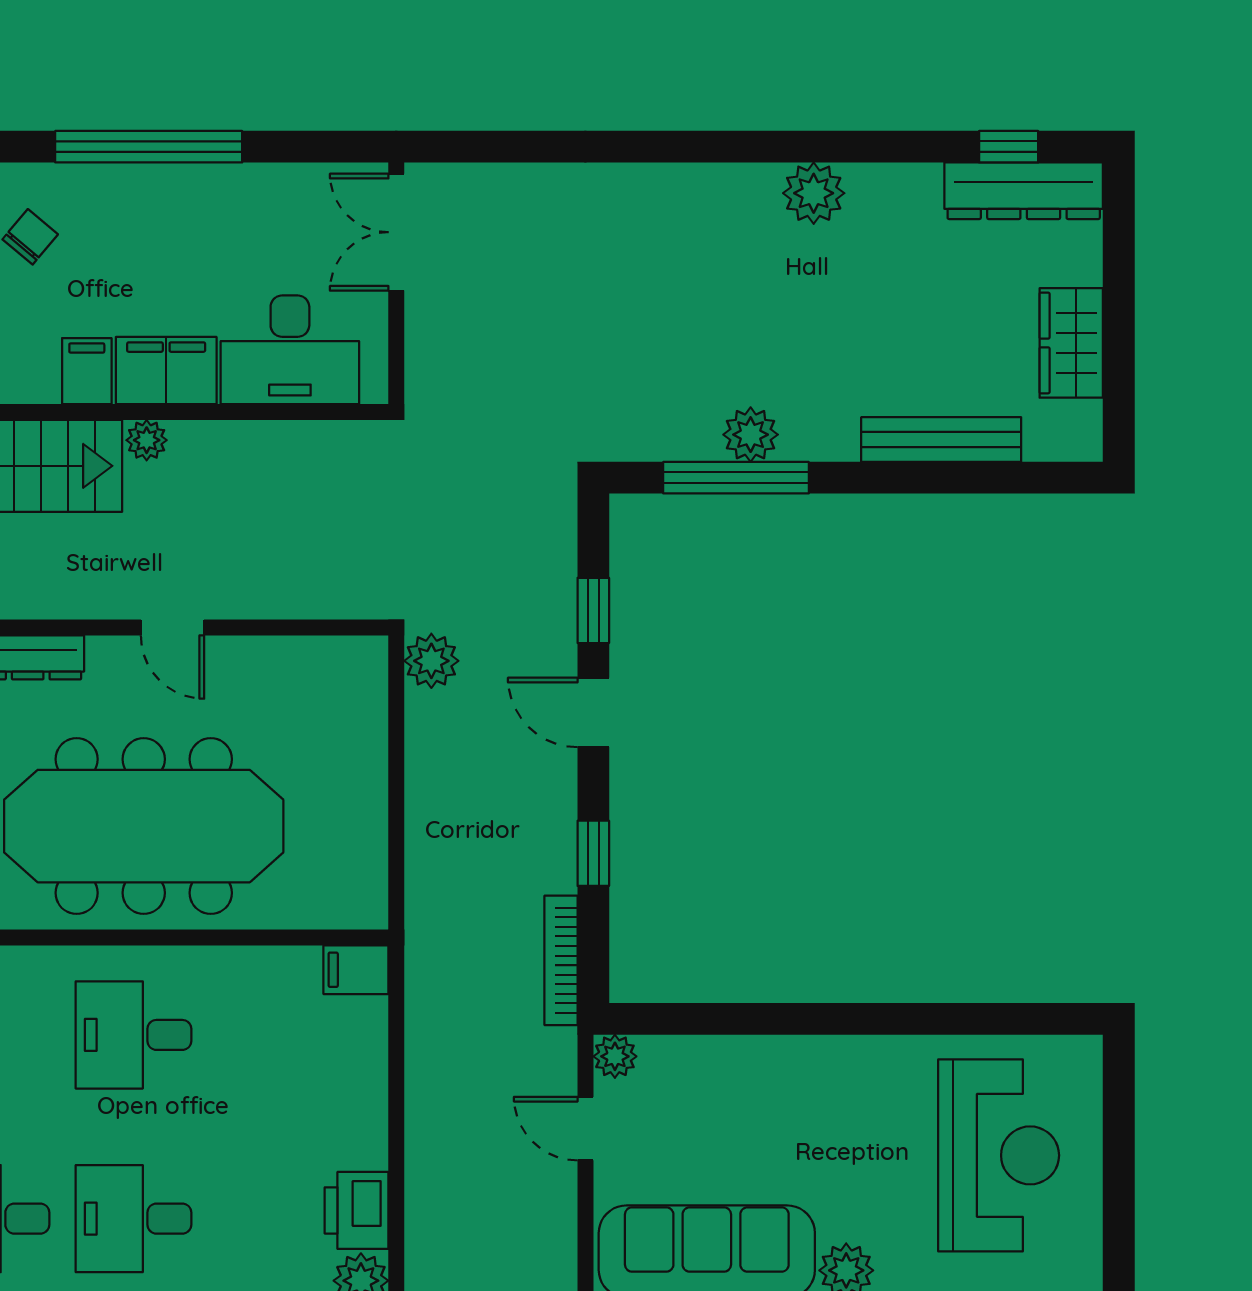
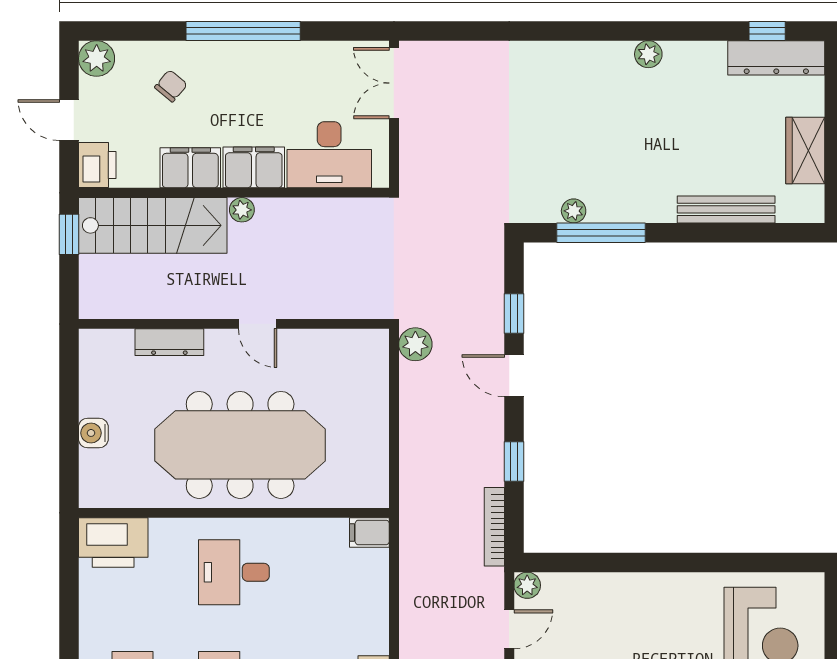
plant: (814, 193) -> (648, 54), width x0.73, depth x0.73
filing cabinet: (87, 371) -> (190, 168), width x2.00
plant: (751, 435) -> (574, 211), moved, width x0.73, depth x0.73
door: (585, 1129) -> (509, 629), swing flipped

